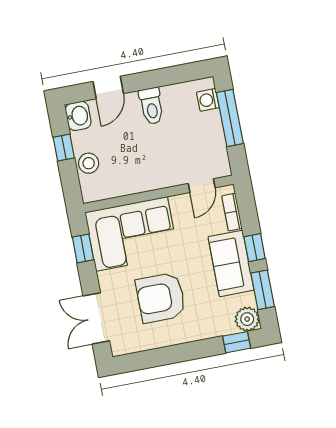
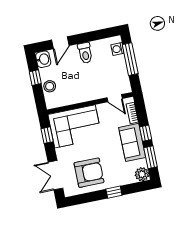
door: (202, 186) -> (115, 98), hinge flipped
armchair: (161, 298) -> (89, 173), moved, turned 180
window: (237, 342) -> (114, 192), moved

